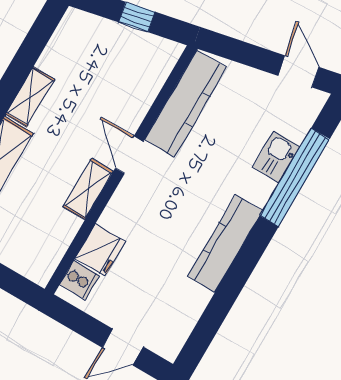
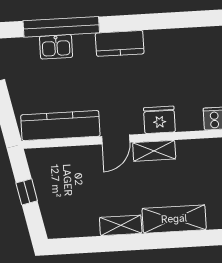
kitchen counter: (225, 244) -> (120, 43), width x0.67
fridge: (100, 250) -> (159, 120), moved

